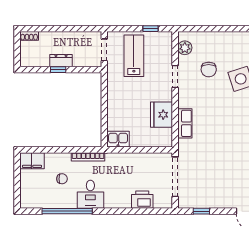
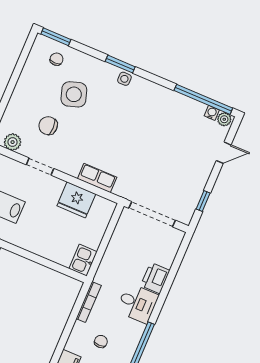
chair: (209, 69) -> (48, 126), turned 180
desk: (90, 194) -> (137, 303), moved
printer: (142, 200) -> (155, 278), moved

